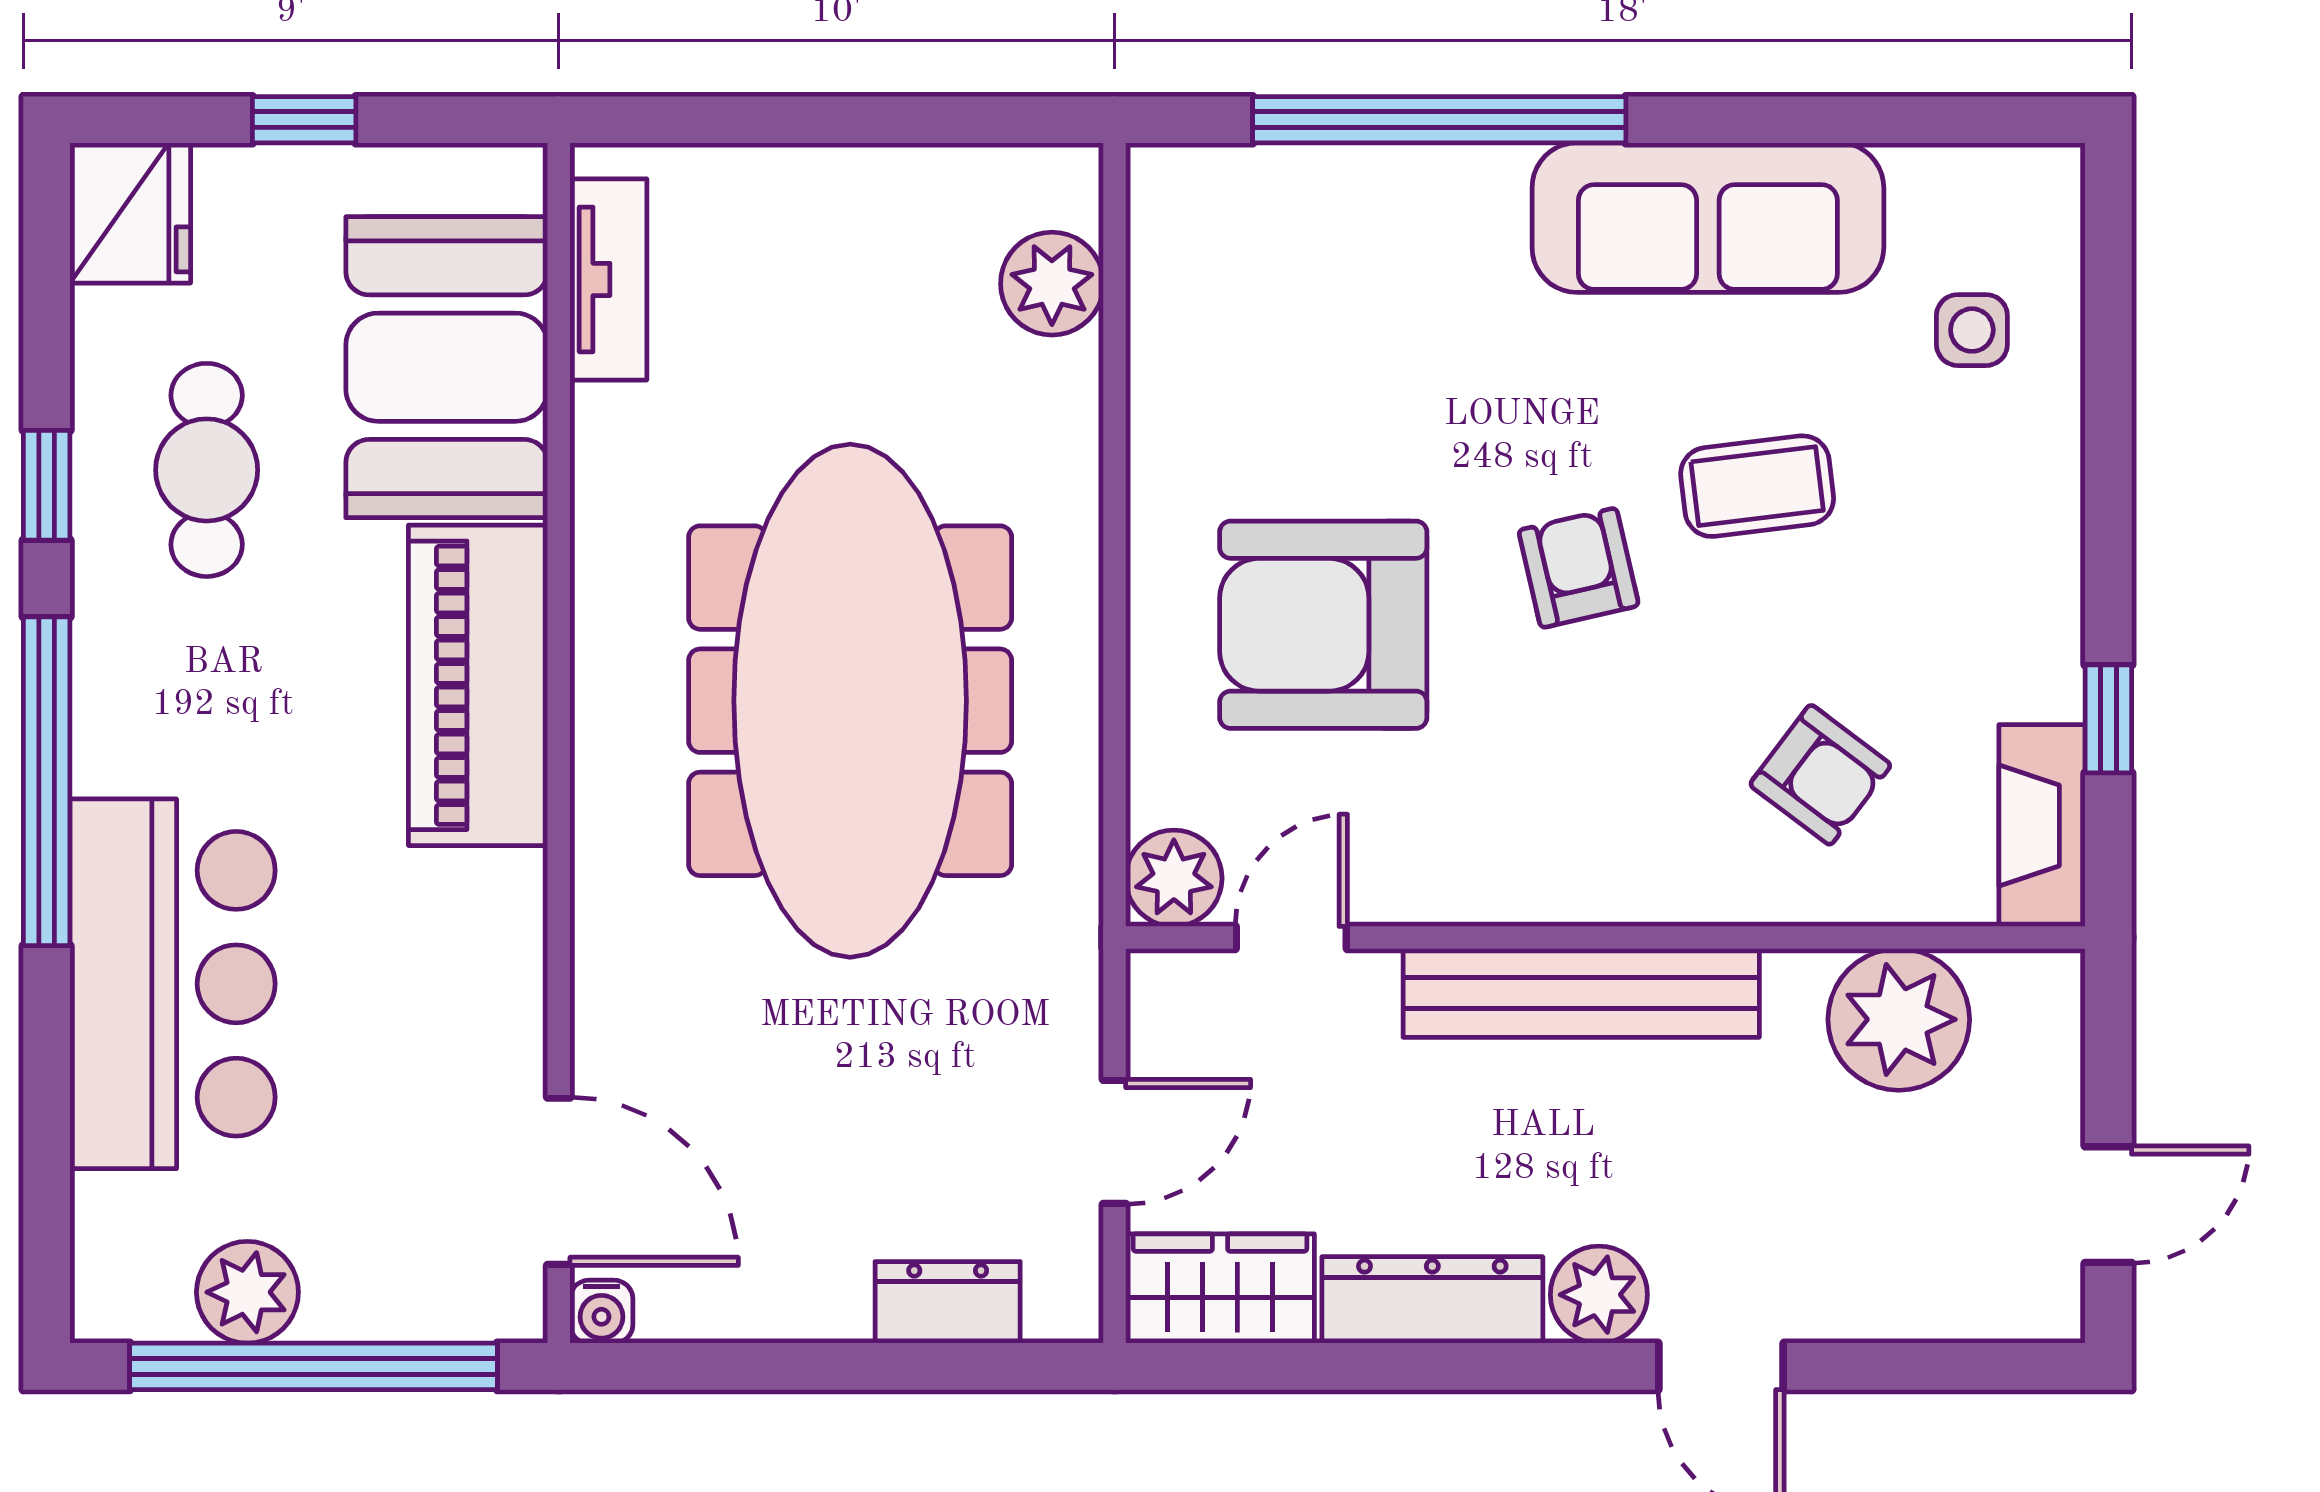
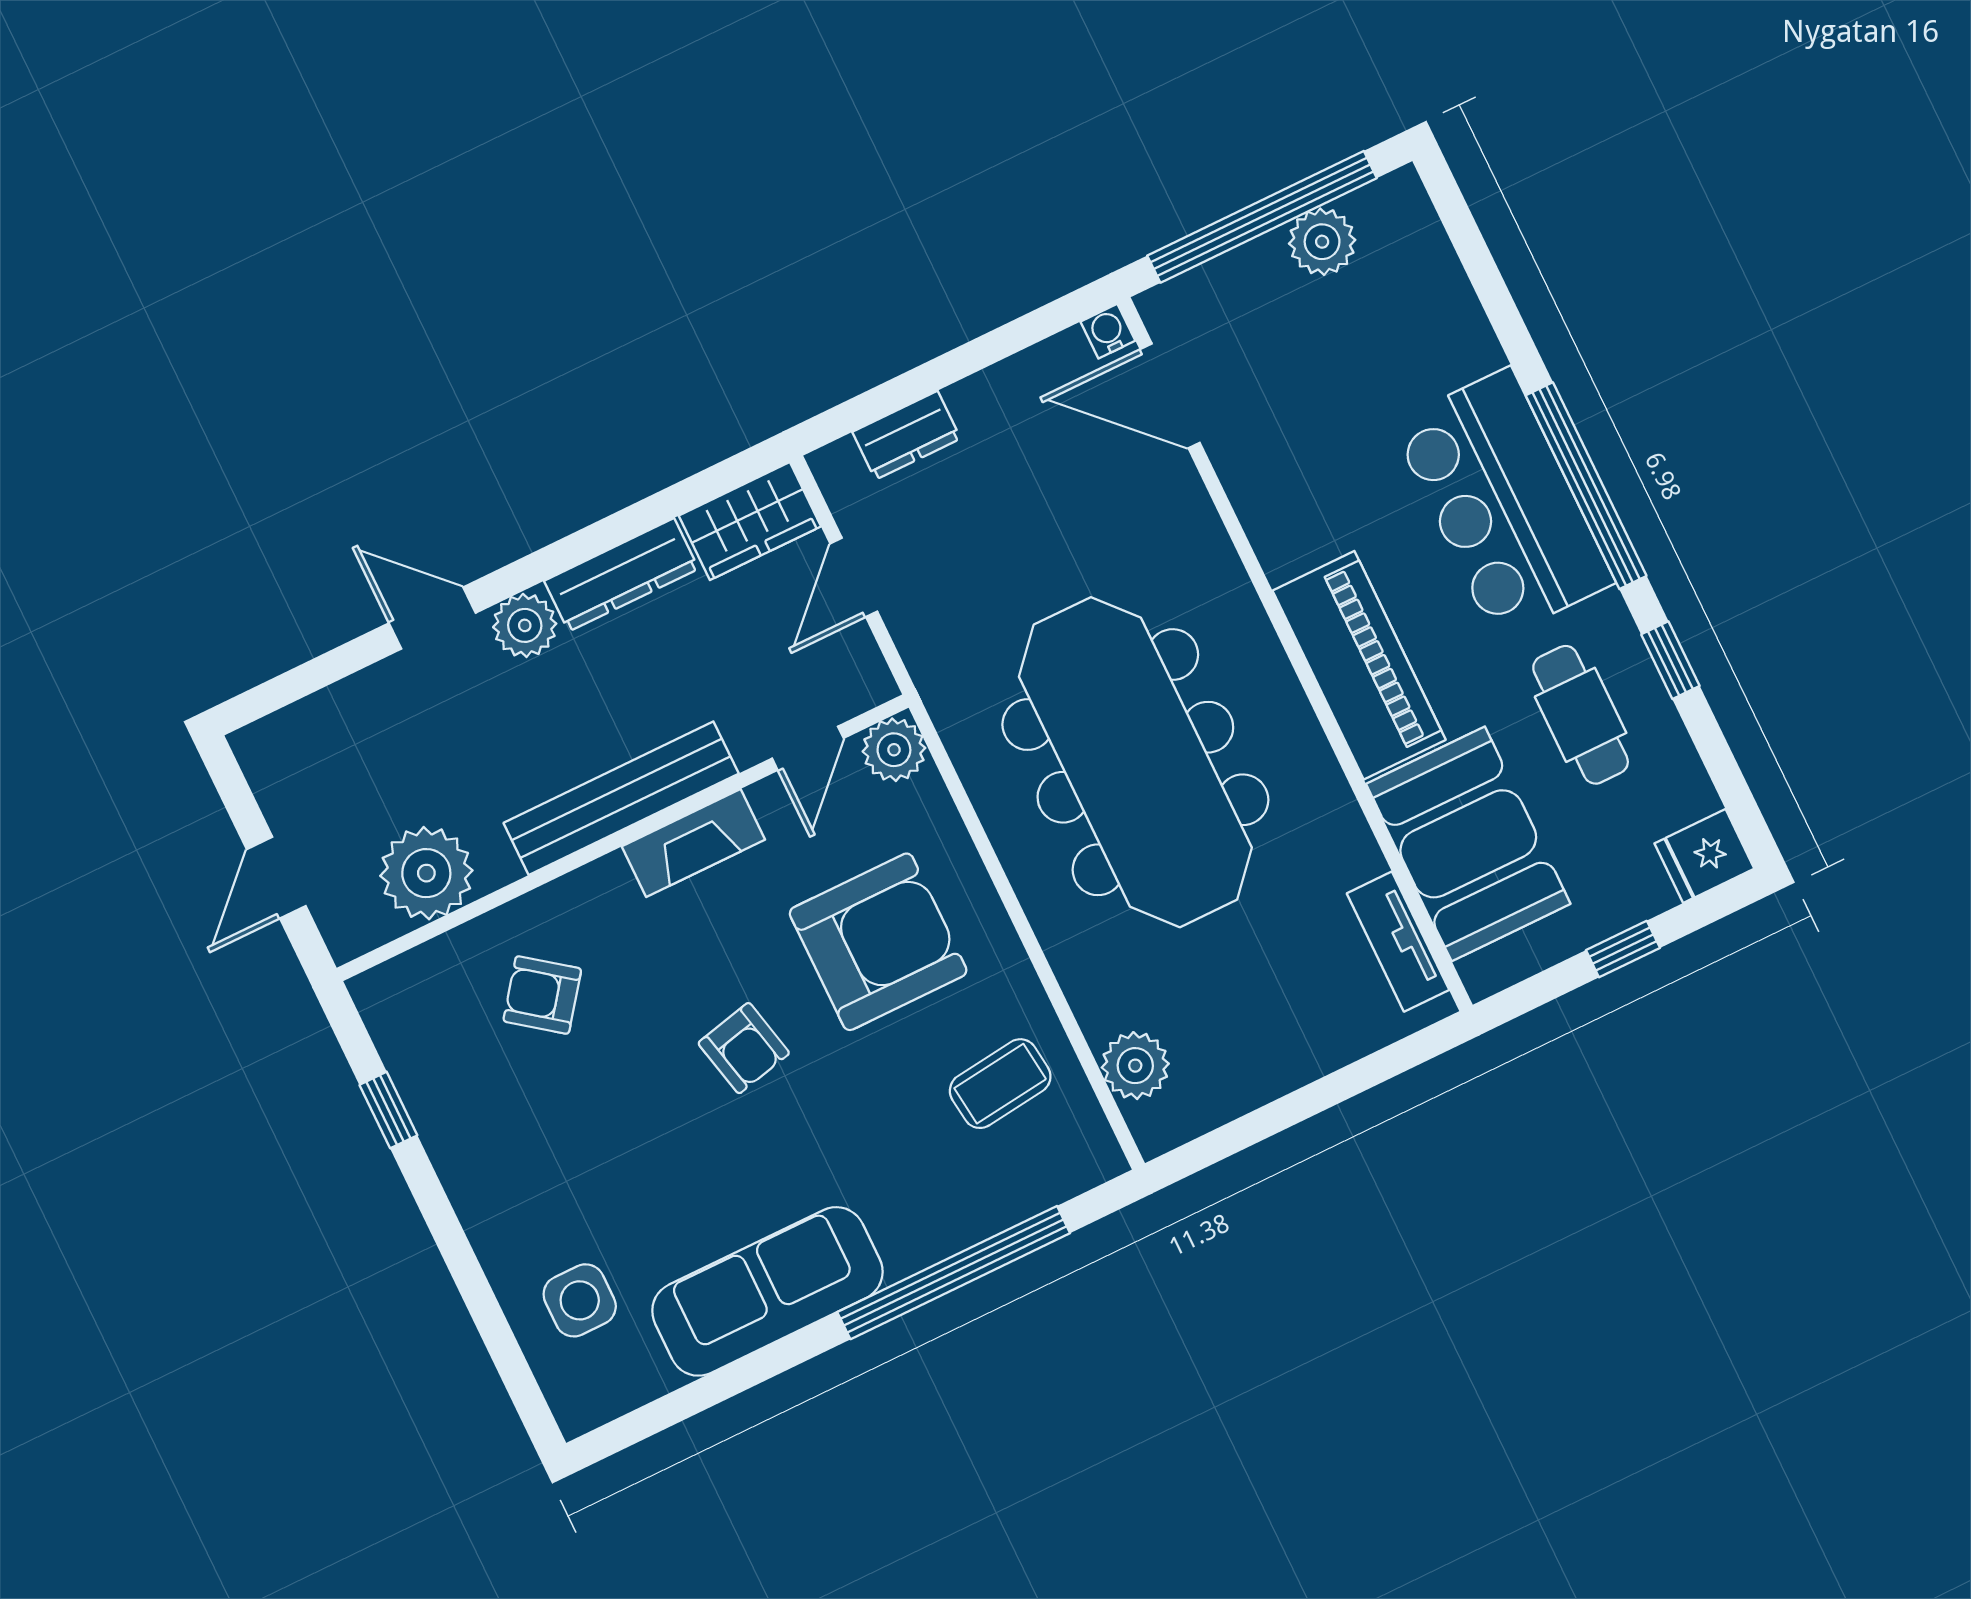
fridge: (130, 213) -> (1704, 856), width x0.72
side table: (1972, 330) -> (580, 1300), width x1.37, depth x1.37
coffee table: (1757, 486) -> (1000, 1084), moved
fireplace: (2042, 825) -> (693, 843), moved, turned 90
bar counter: (172, 984) -> (1503, 503), moved
door: (2108, 1205) -> (276, 878), moved

